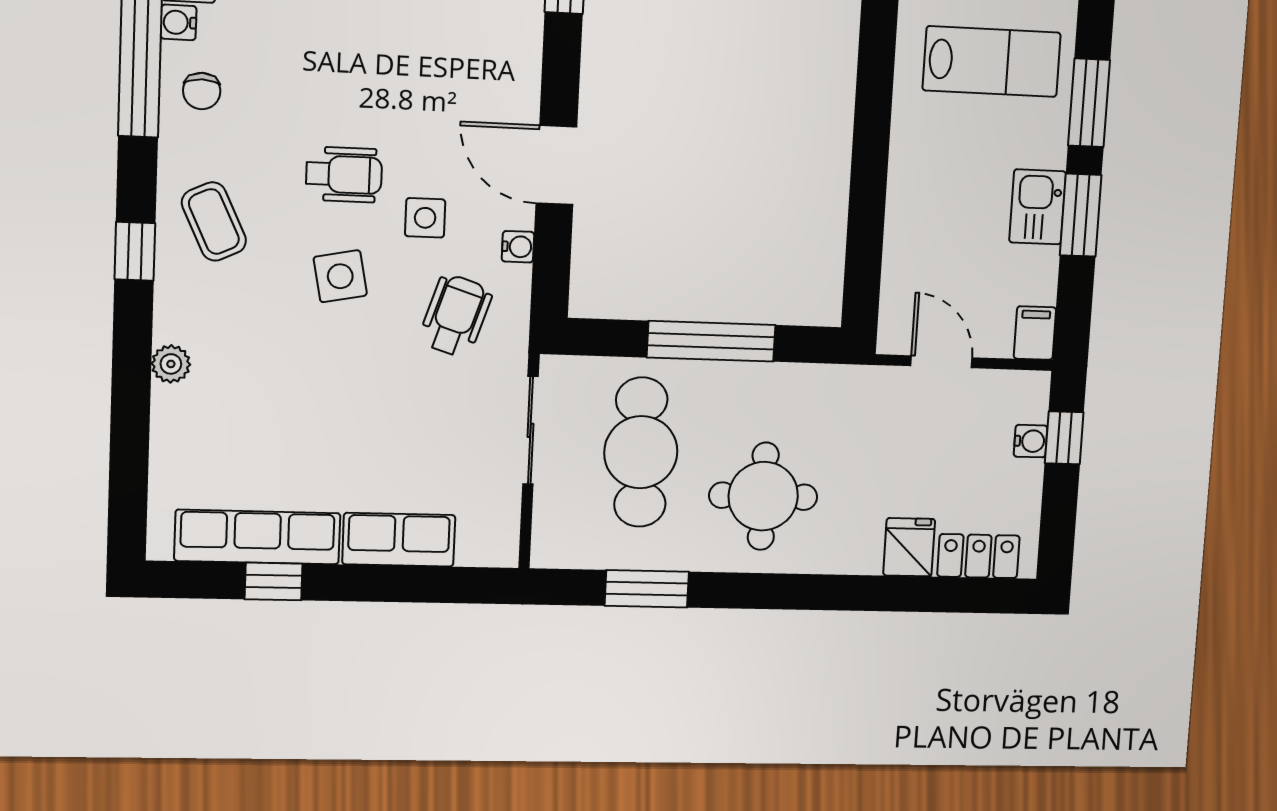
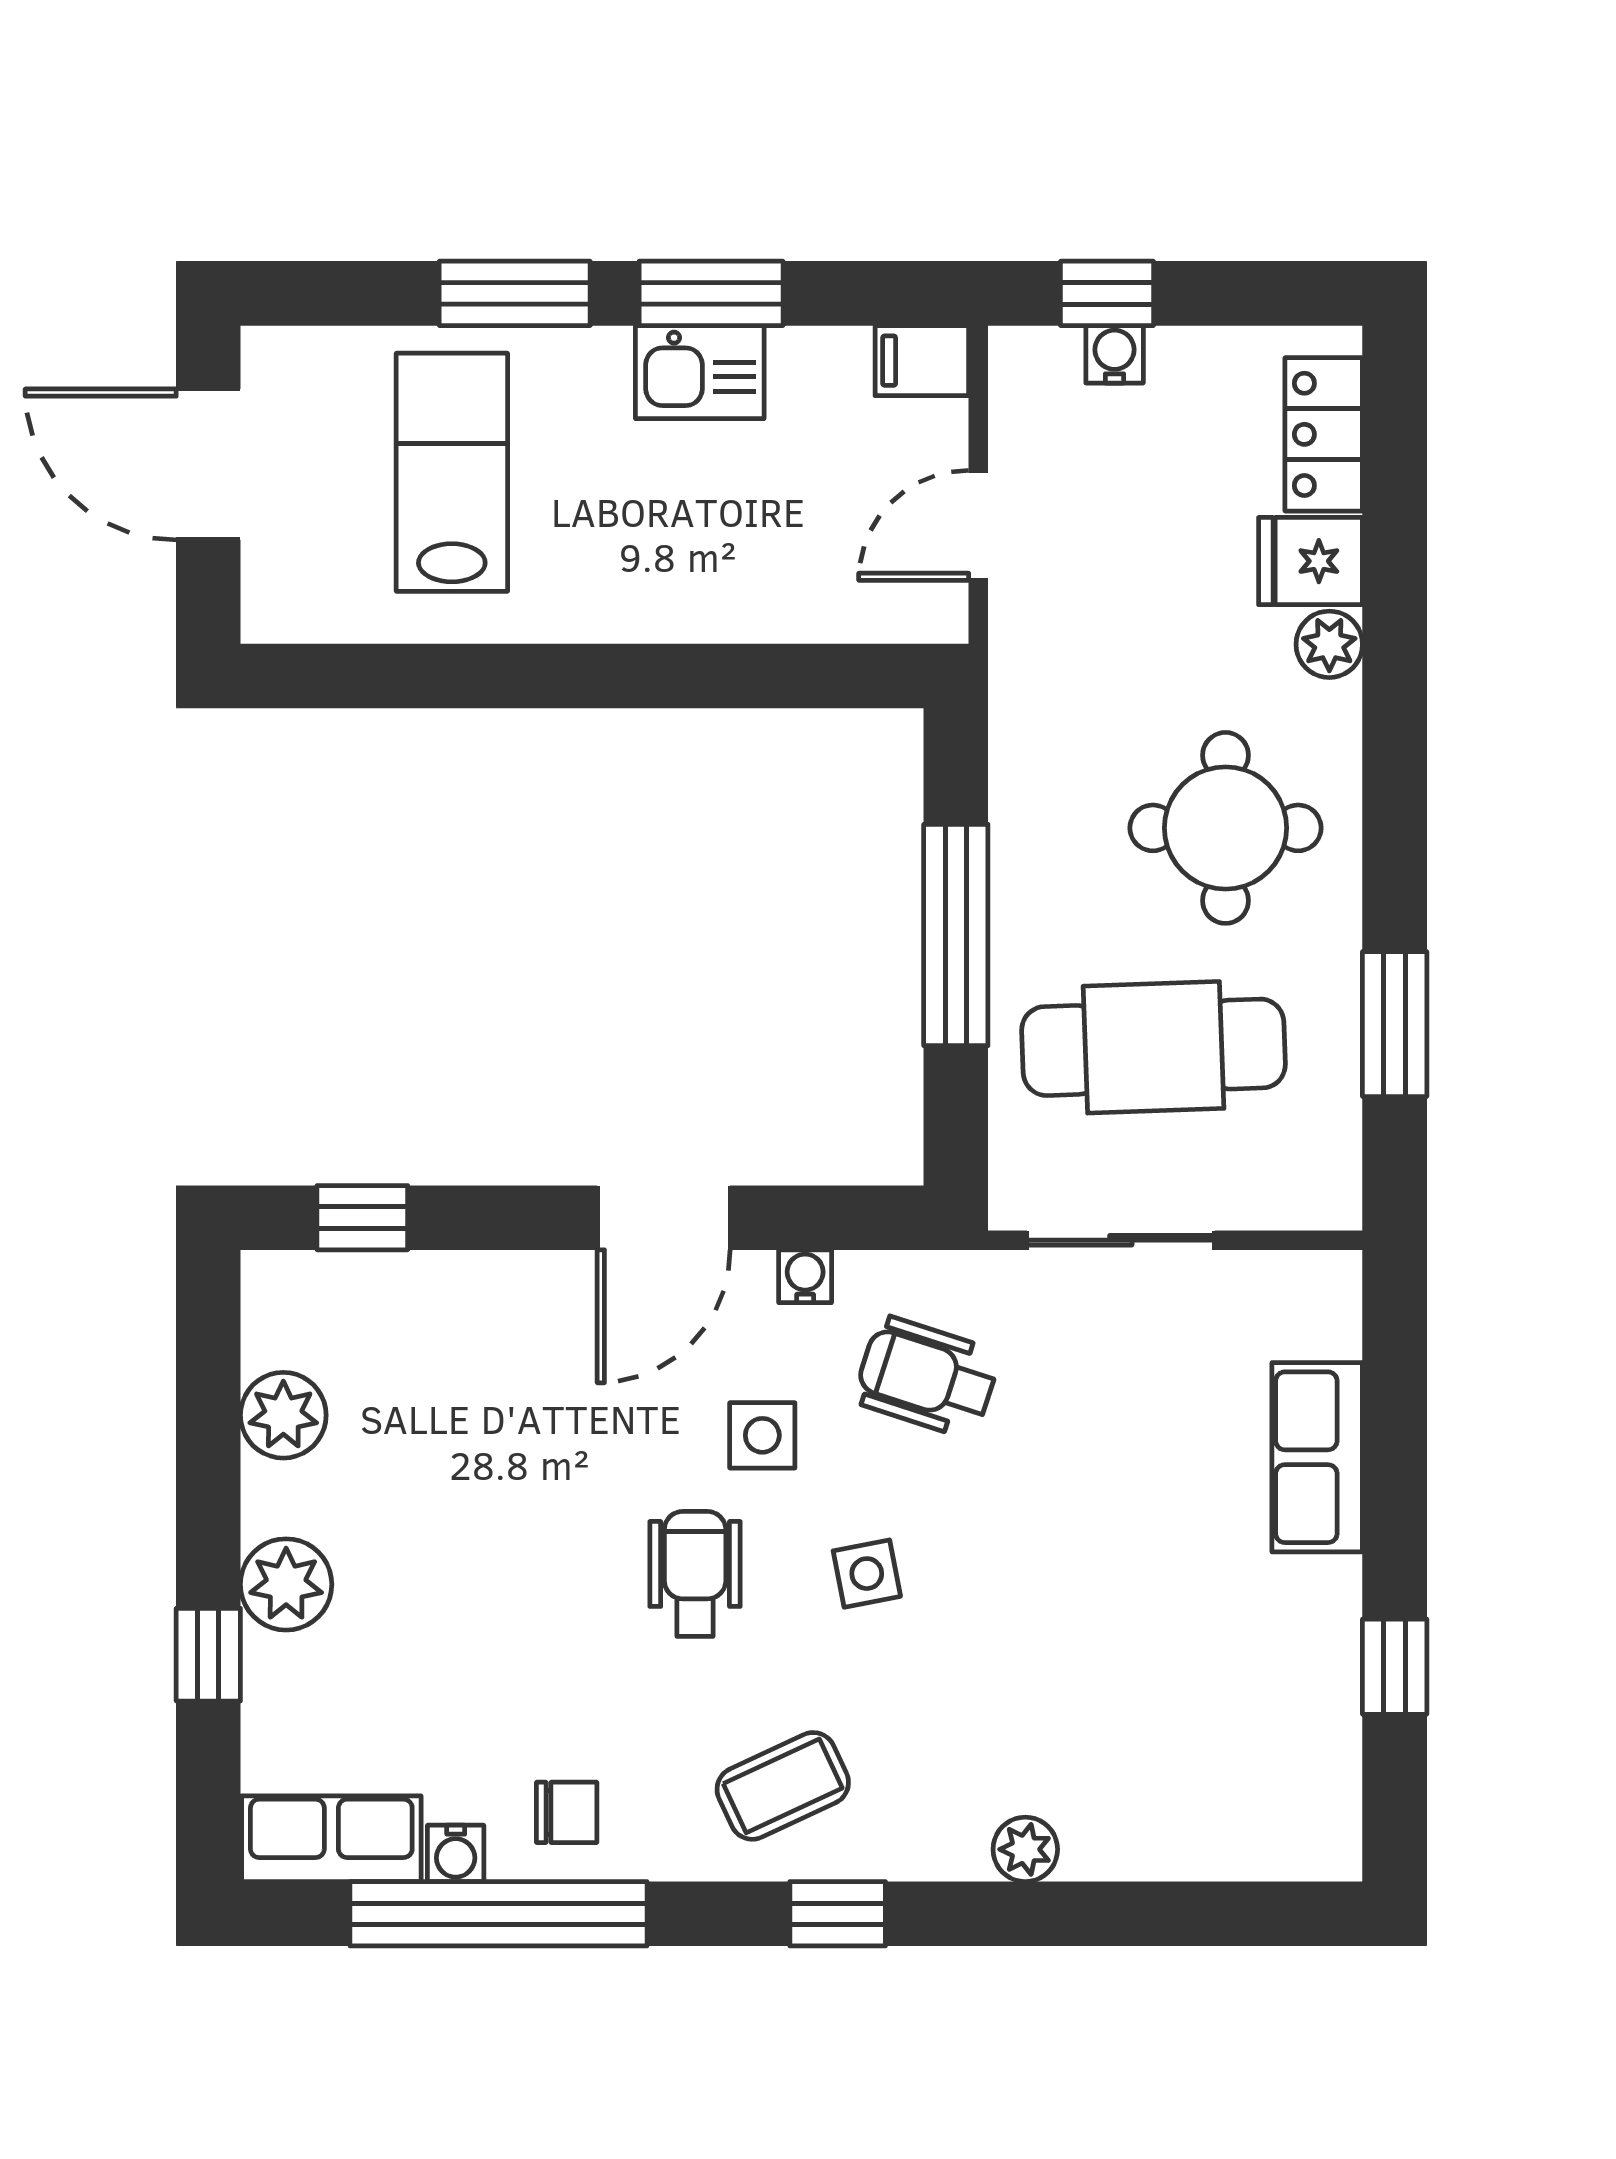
side table: (340, 276) -> (867, 1574), width x0.73, depth x0.73
row of seats: (257, 537) -> (1318, 1696), removed
plant: (862, 557) -> (1329, 644), added

